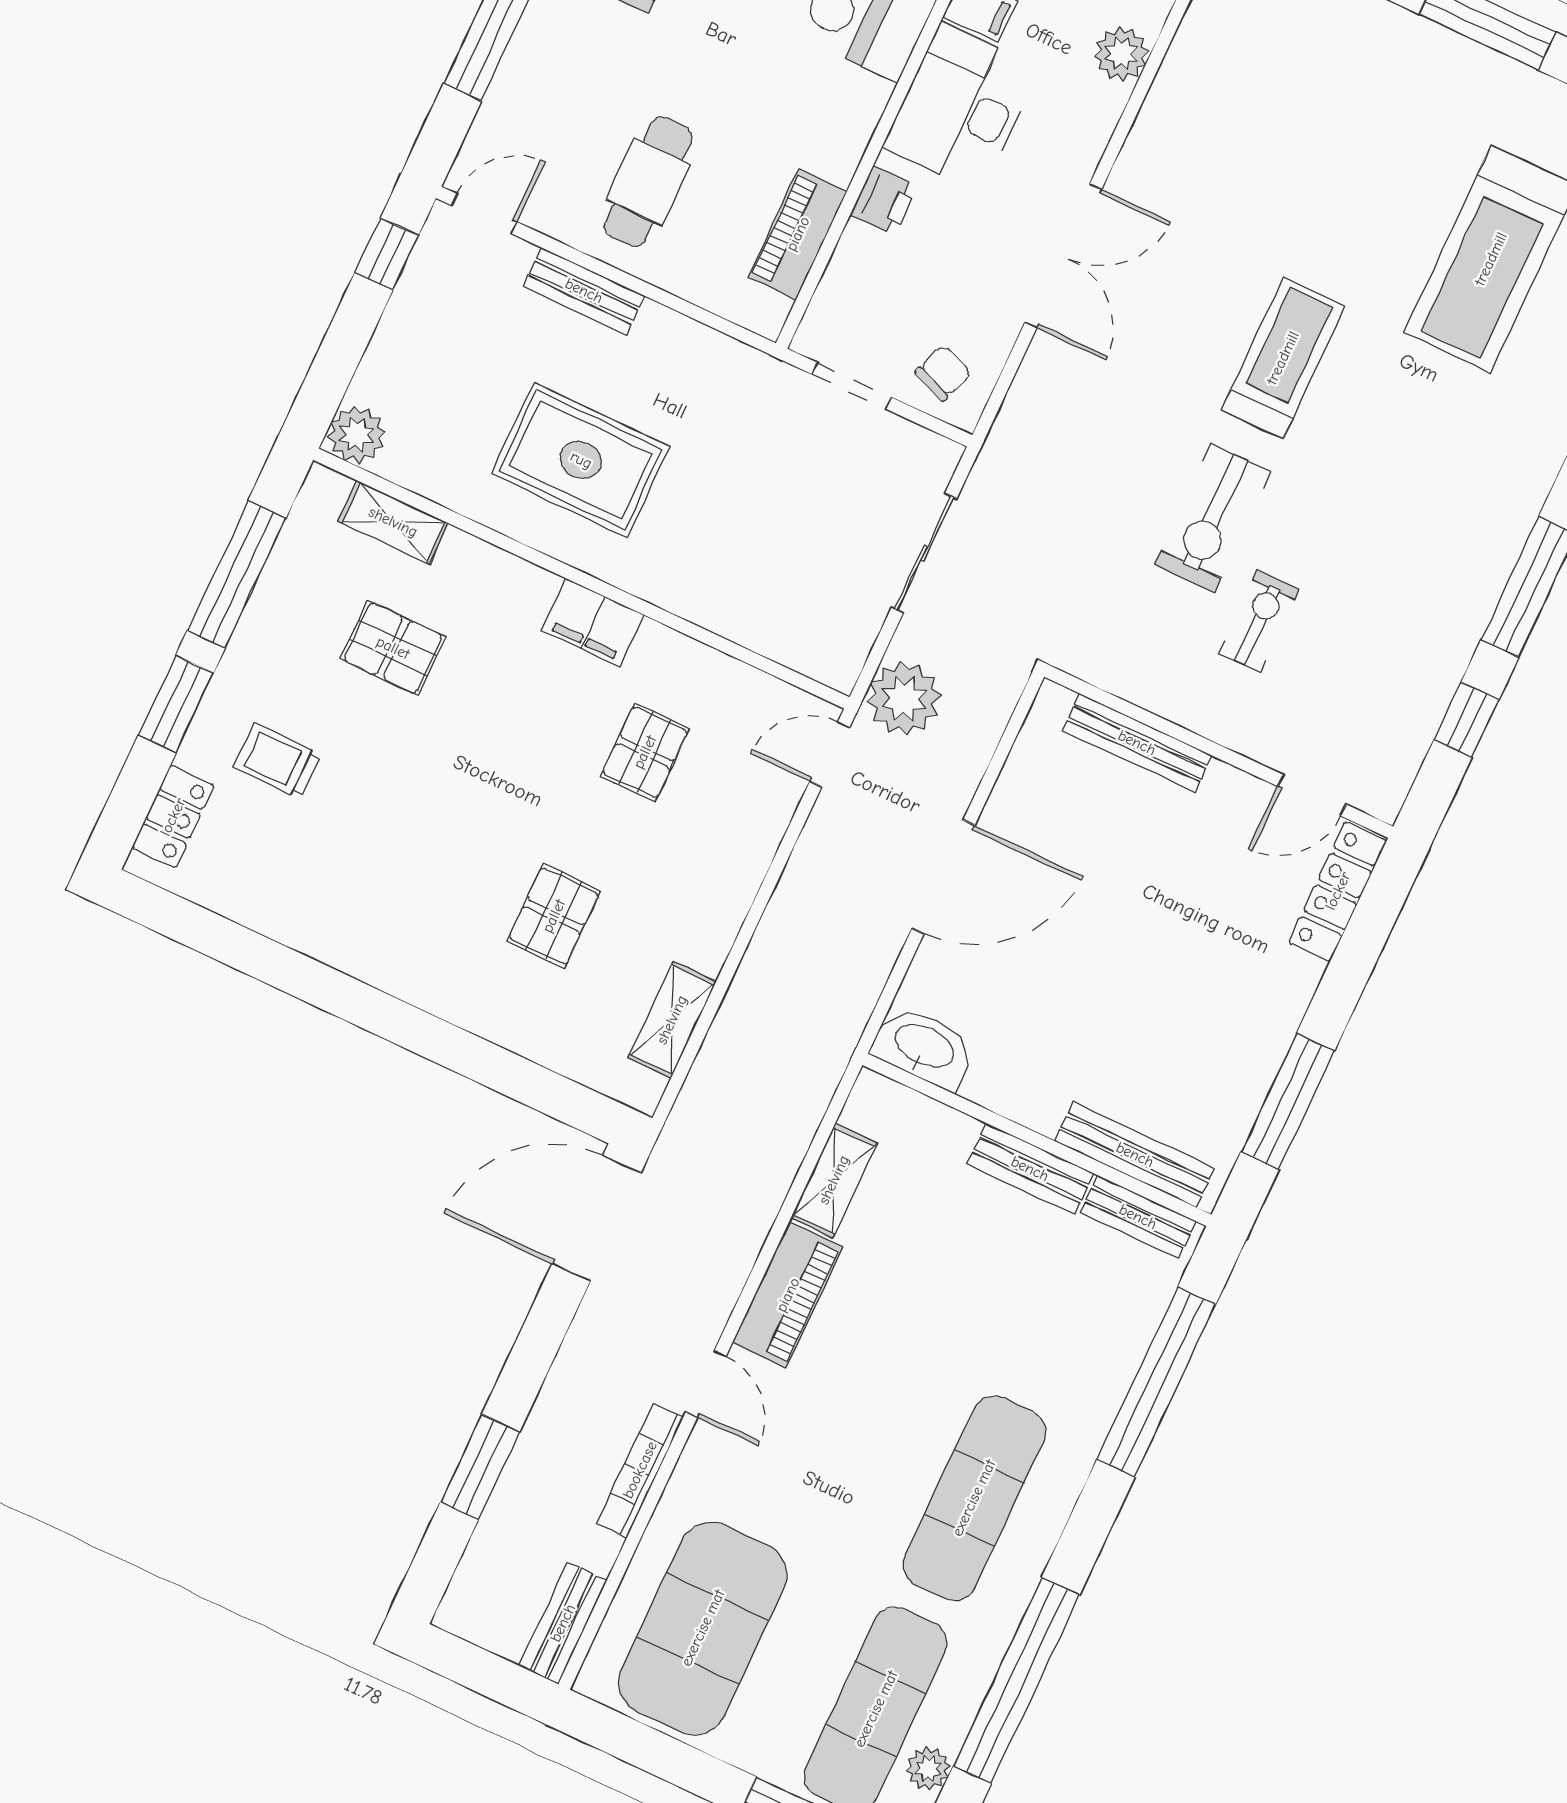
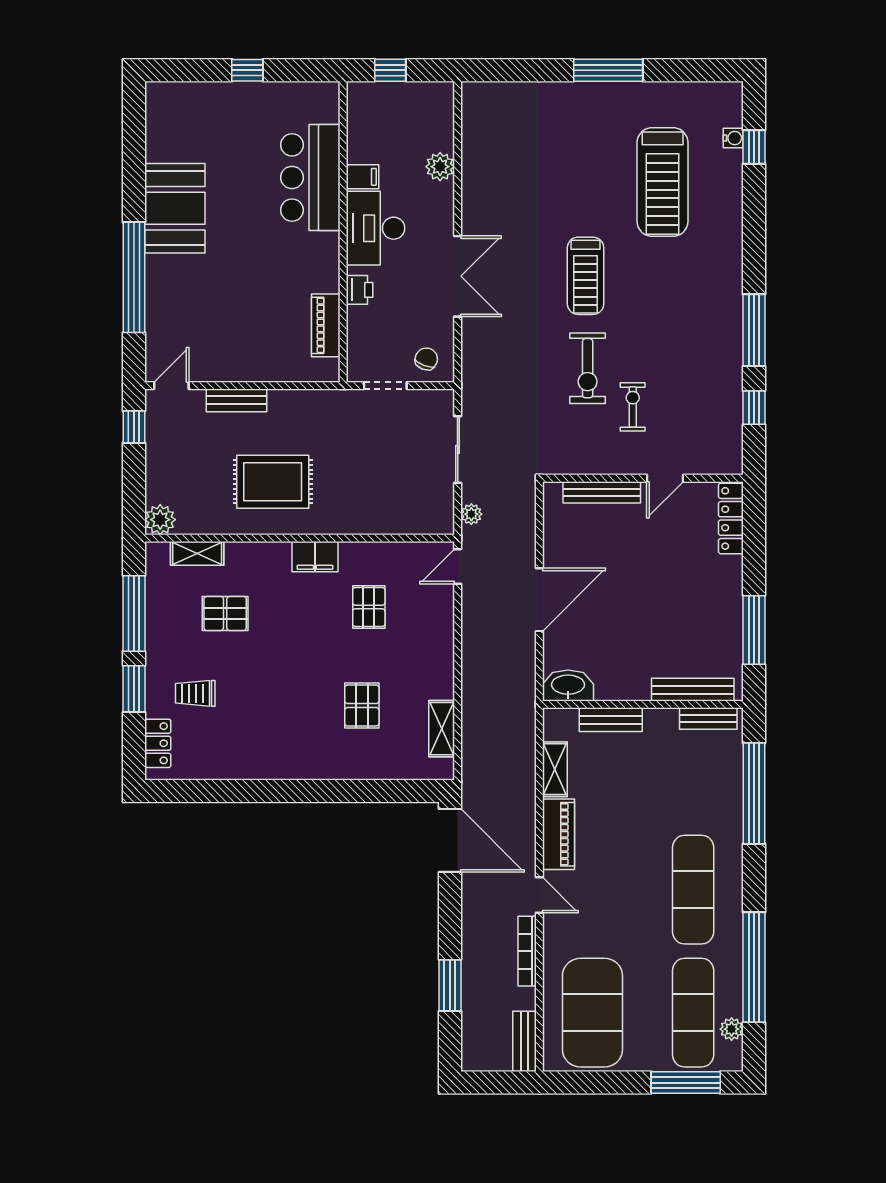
cafe table: (648, 182) -> (243, 334), removed
treadmill: (1283, 358) -> (586, 276), turned 180
plant: (904, 699) -> (471, 514), width x0.53, depth x0.53
door: (1312, 795) -> (665, 478), moved
bench: (1030, 1169) -> (611, 720), moved
door: (597, 1218) -> (450, 840), swing flipped

